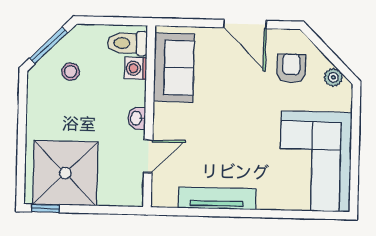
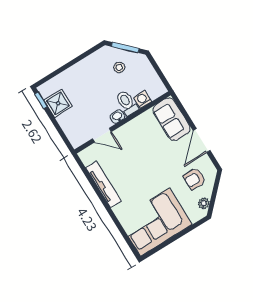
toilet: (127, 43) -> (127, 103), moved
sofa: (174, 68) -> (172, 119), moved, turned 90
armchair: (291, 68) -> (194, 179), turned 180
shower: (65, 173) -> (58, 103), width x0.54, depth x0.54

